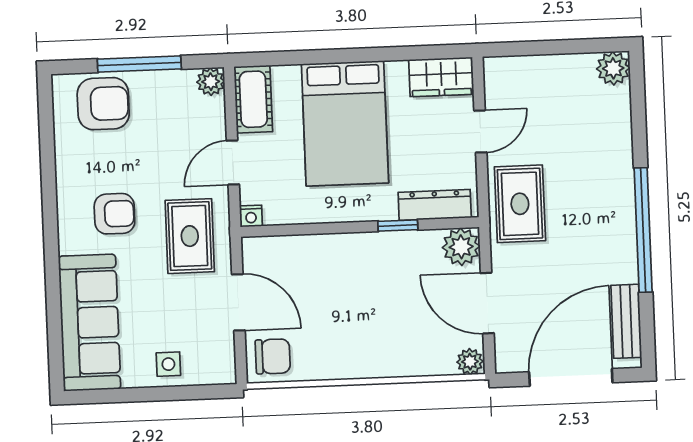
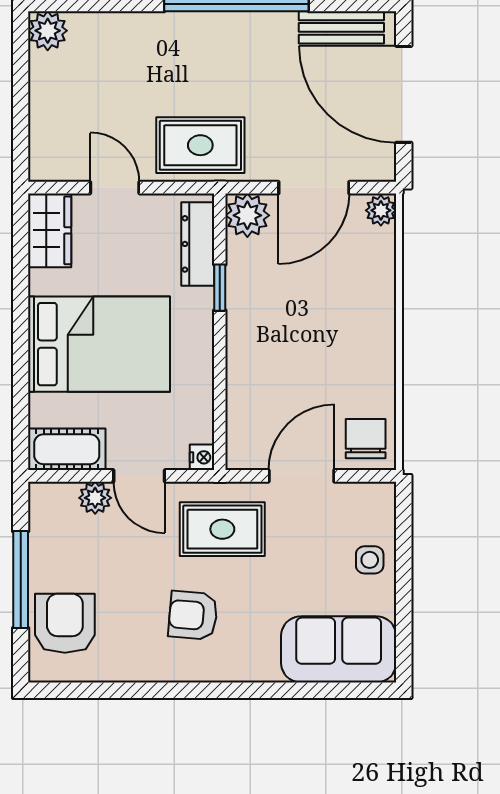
plant: (211, 82) -> (95, 498), moved
armchair: (114, 214) -> (193, 615), turned -85
sofa: (90, 323) -> (339, 649), width x0.73

